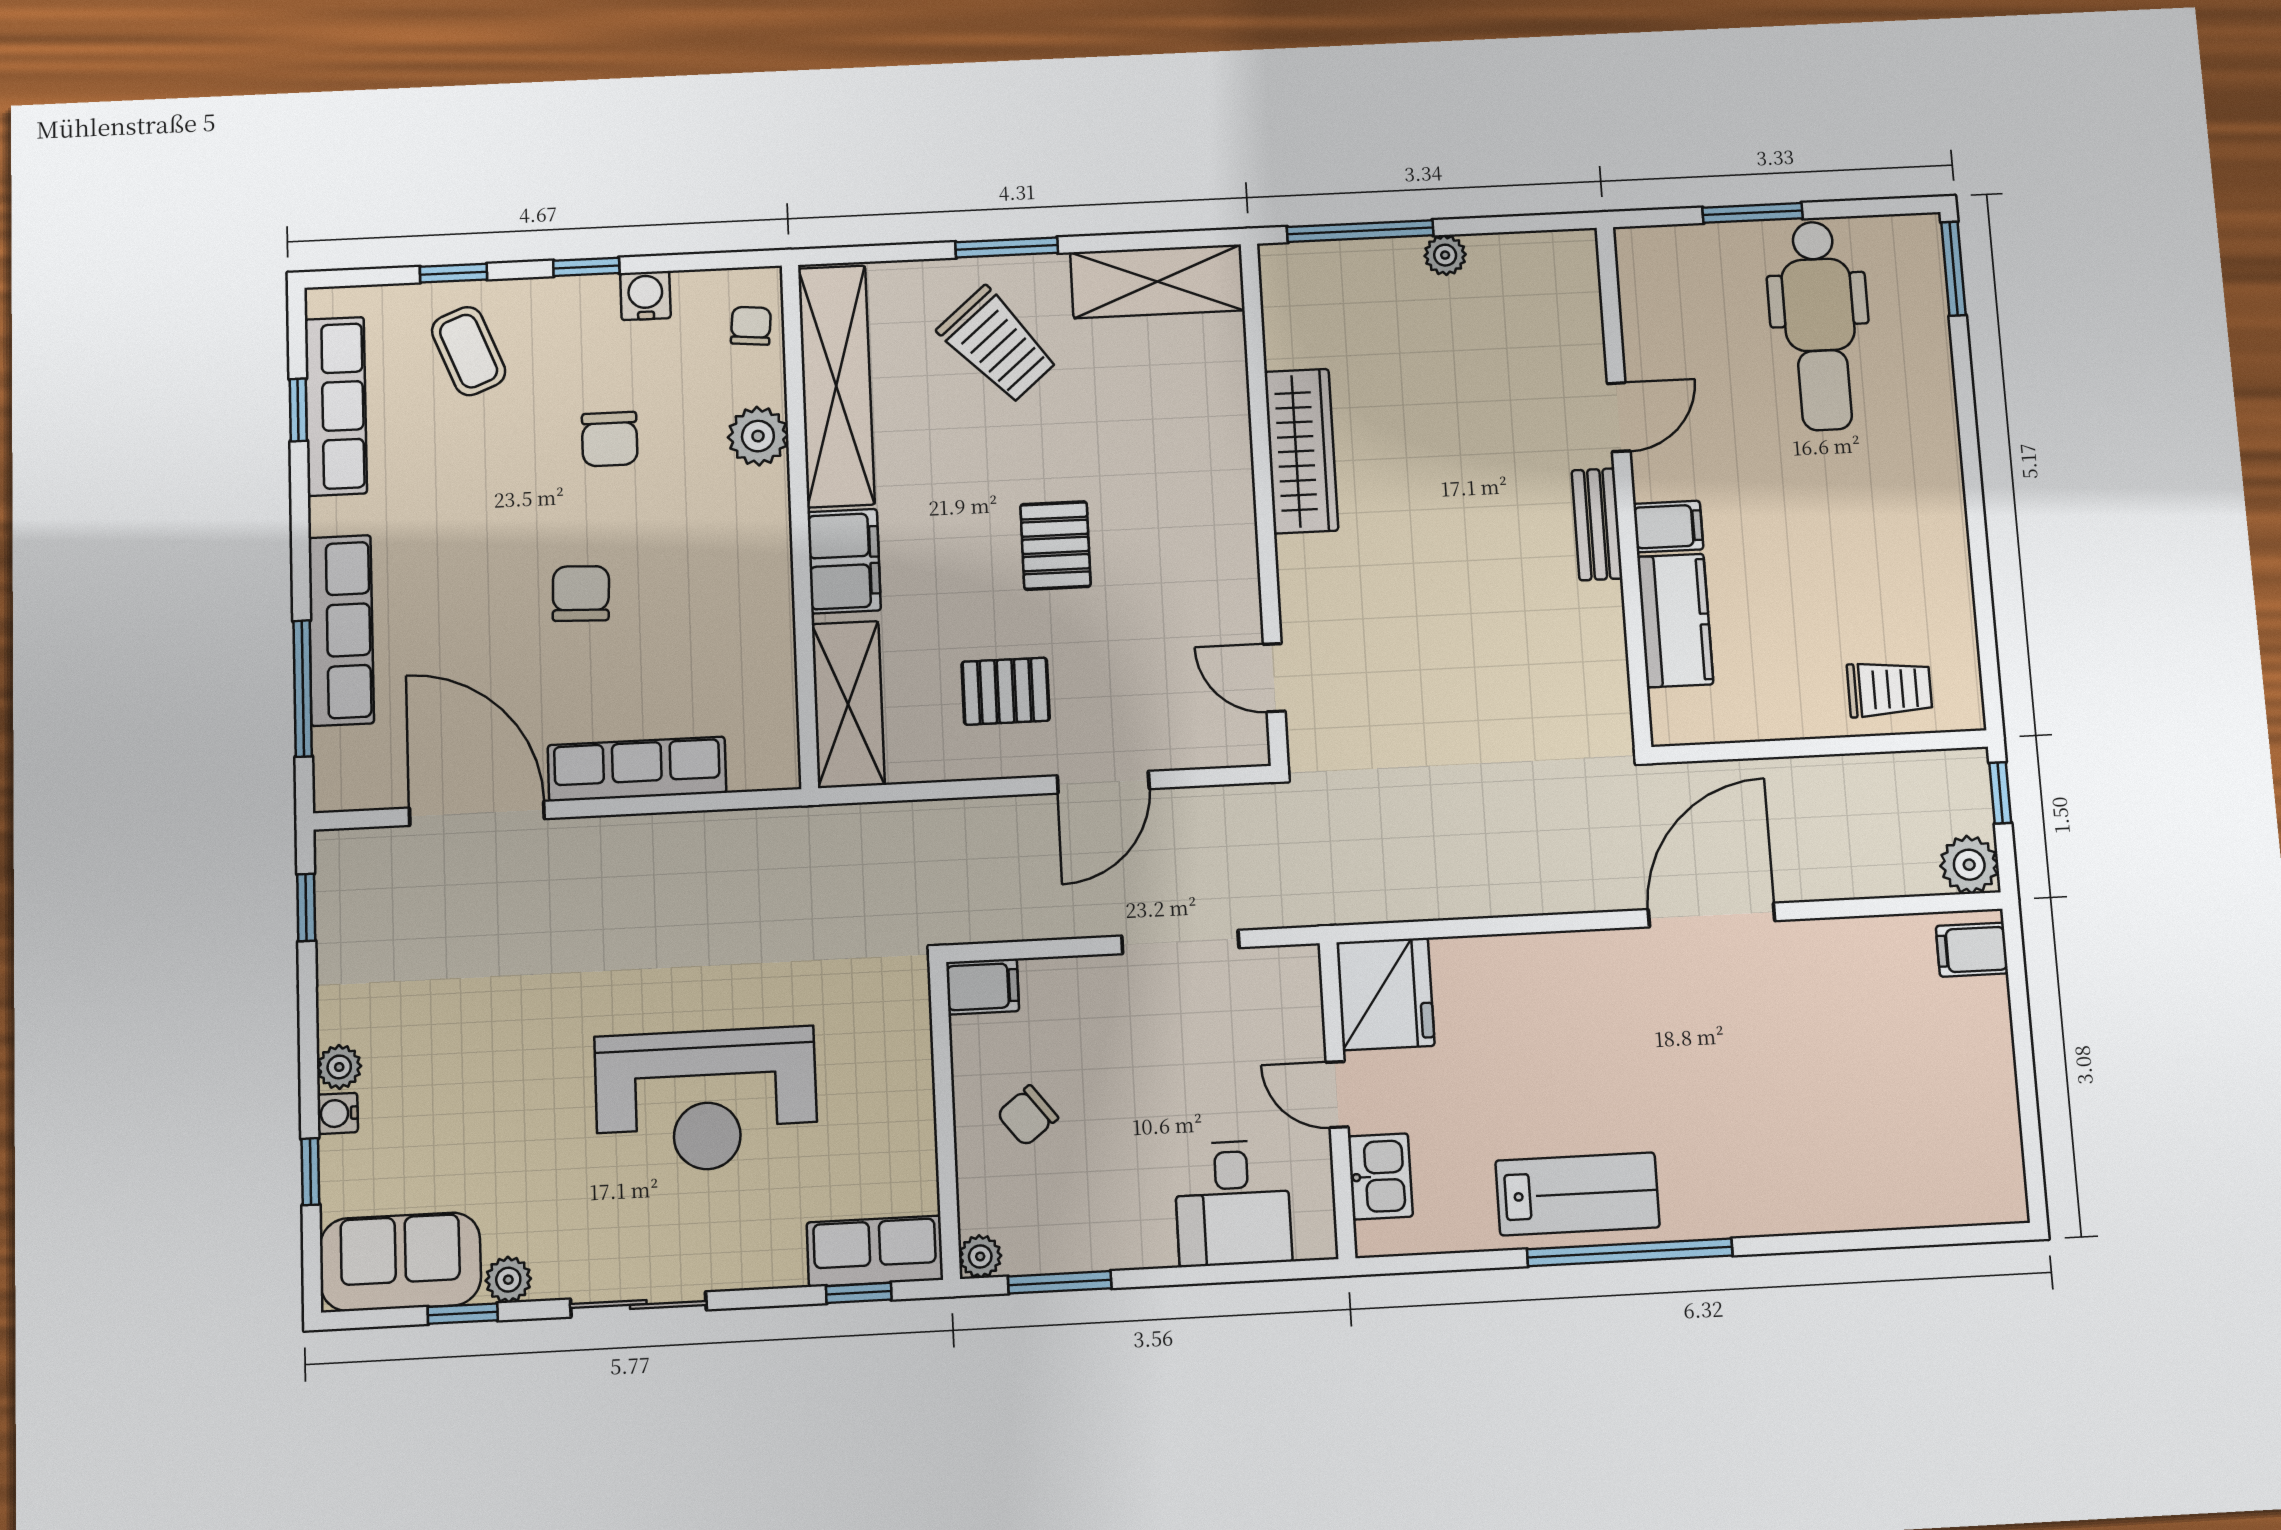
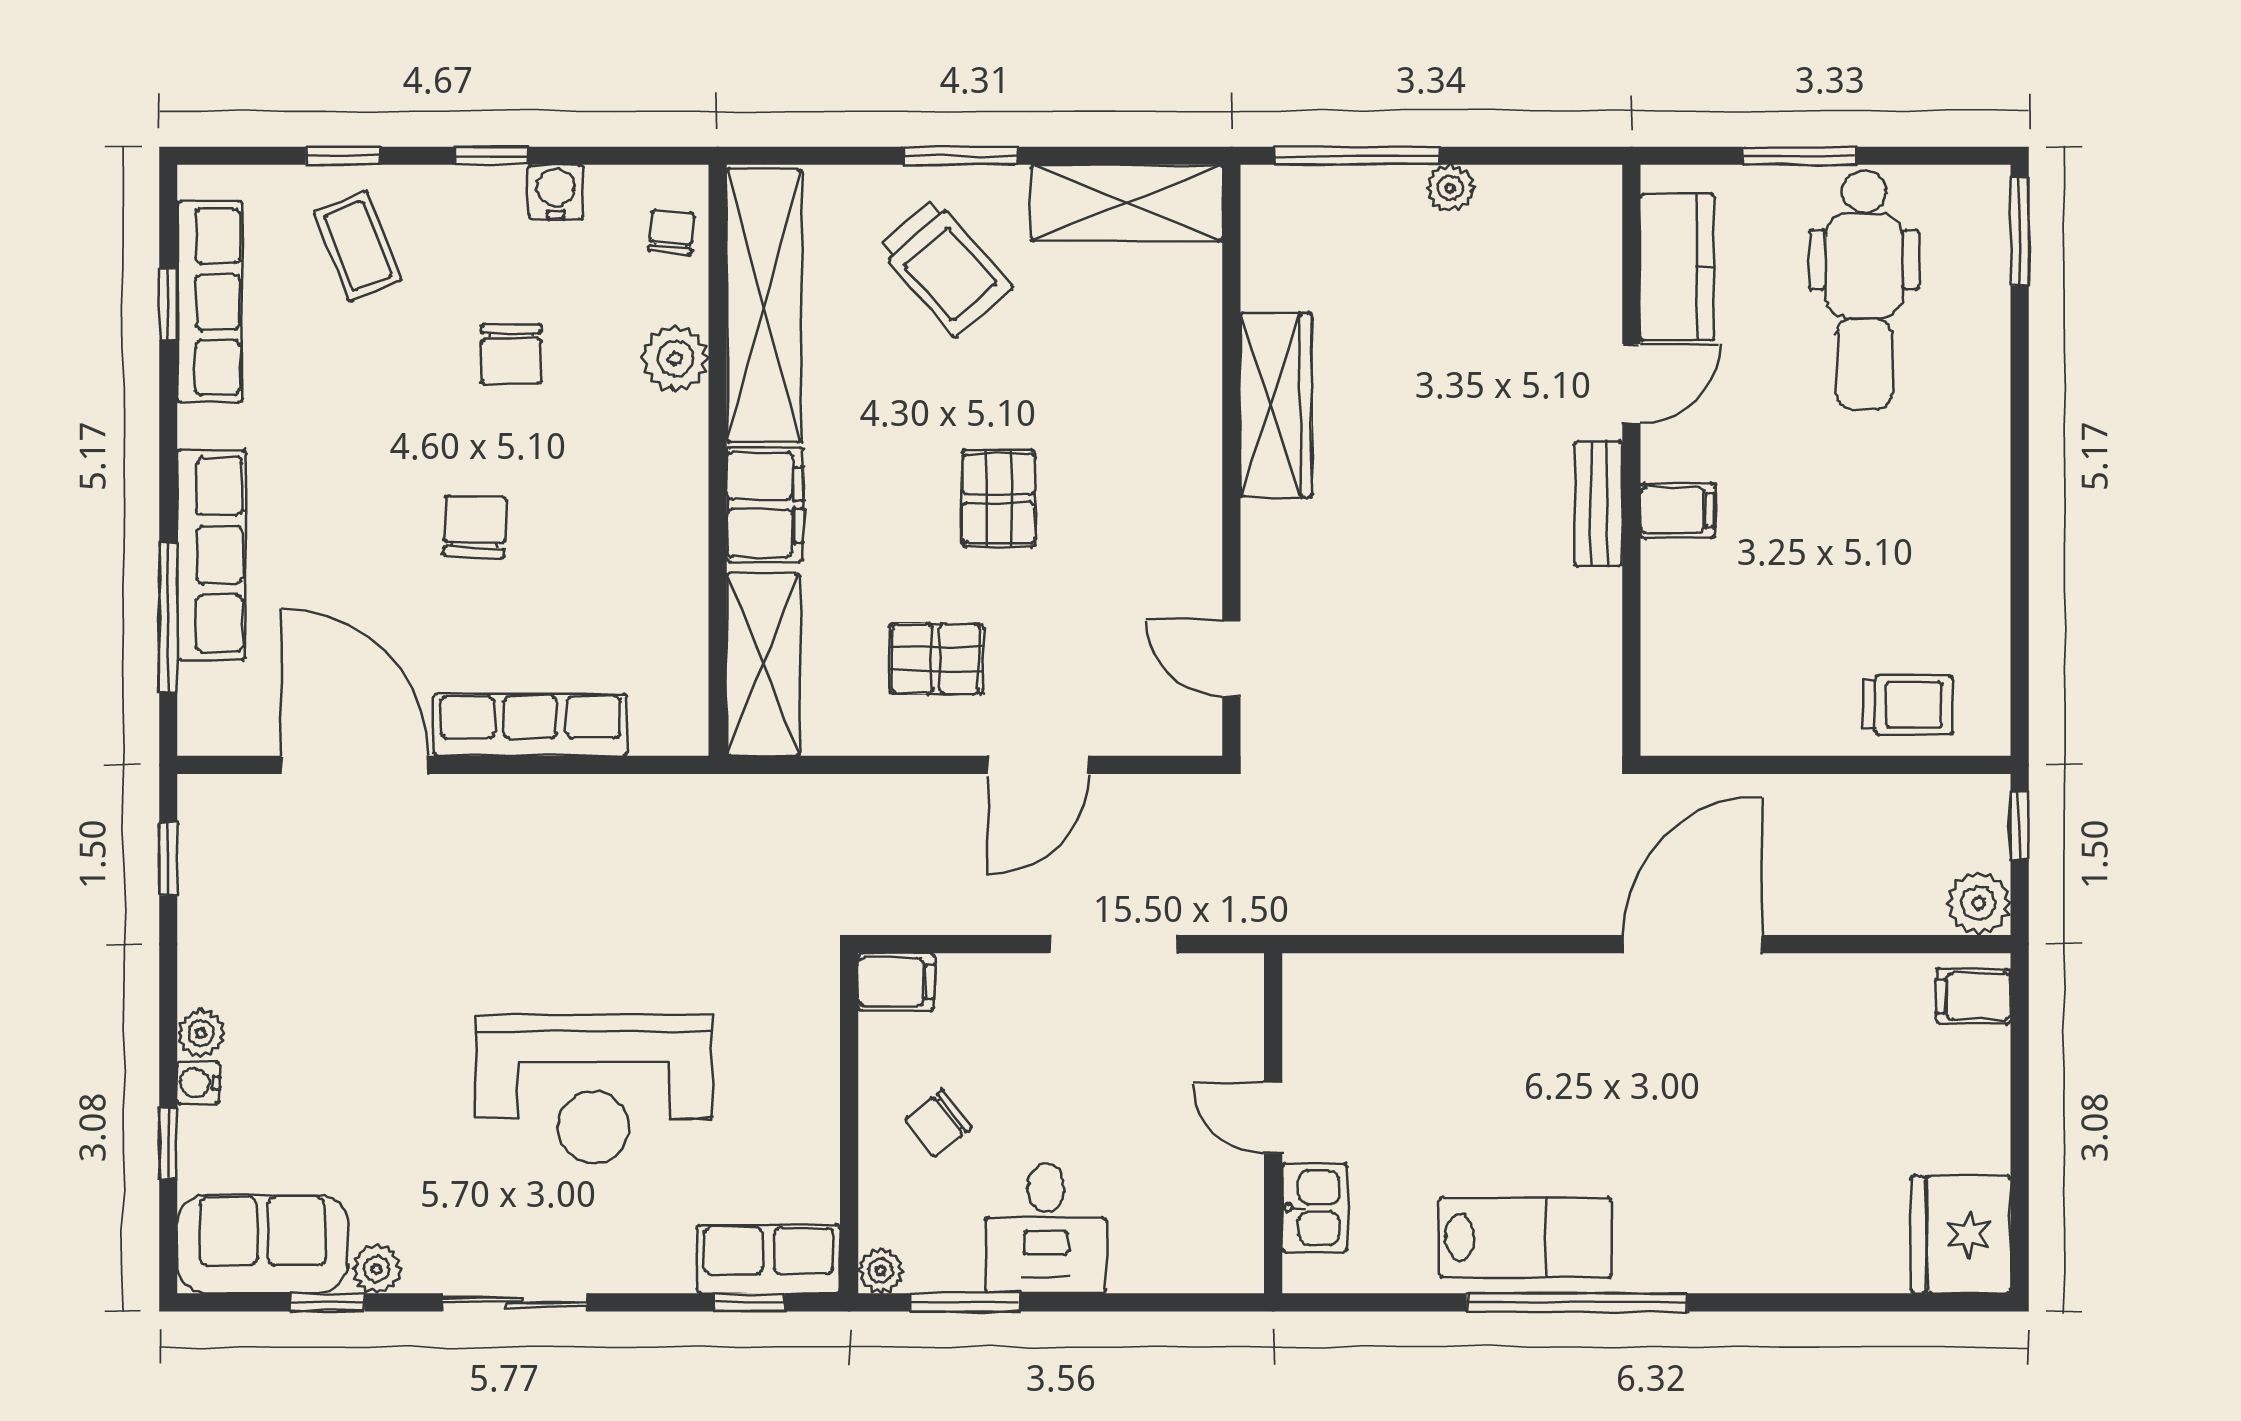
kitchen counter: (1675, 620) -> (1677, 267), moved
fridge: (1385, 994) -> (1961, 1235), moved, turned 180
desk: (1233, 1203) -> (1046, 1228), moved

